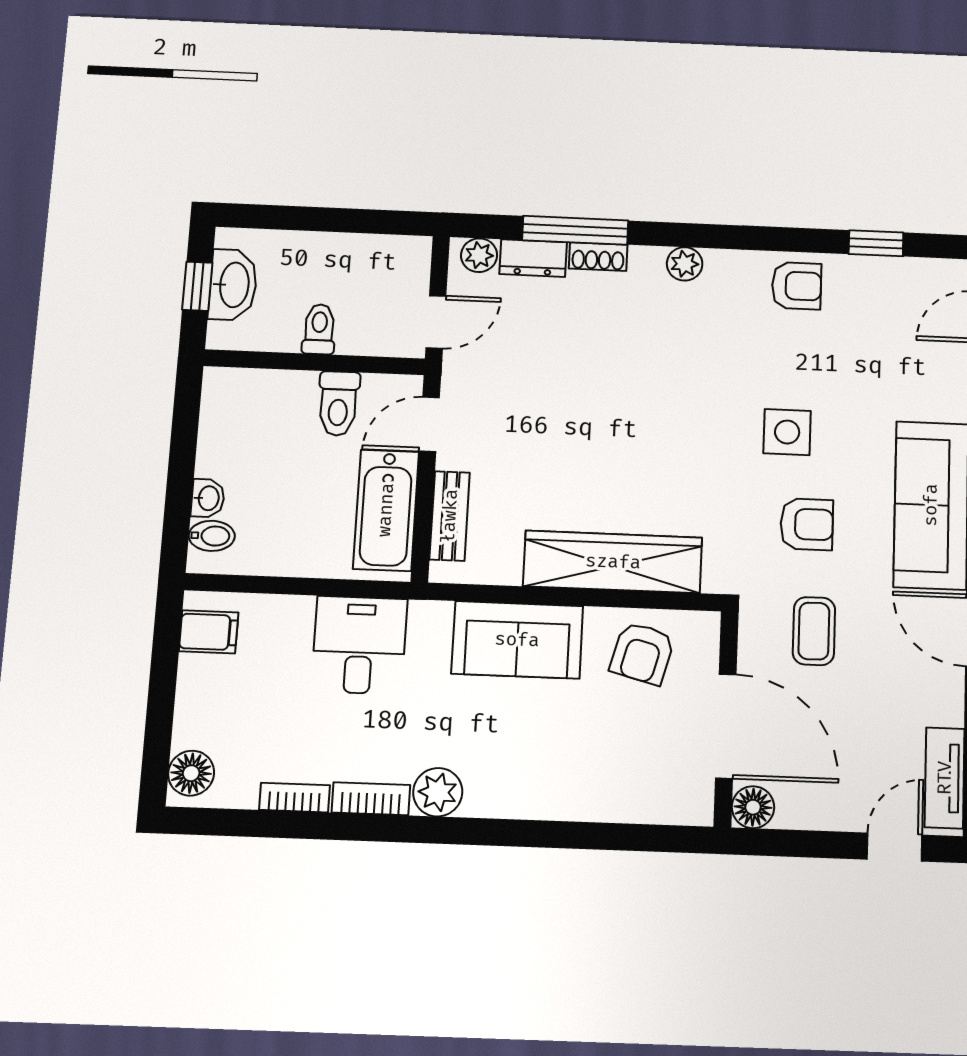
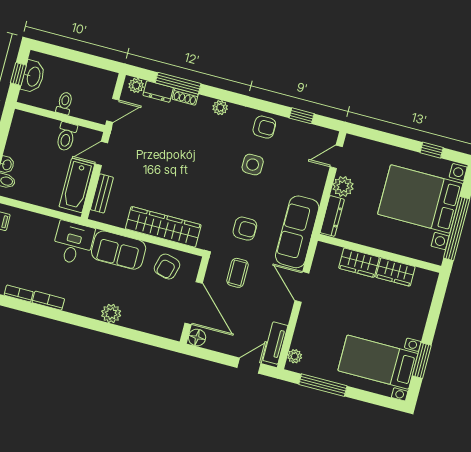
side table: (787, 432) -> (253, 165), moved
desk: (359, 645) -> (73, 243), moved
plant: (438, 792) -> (111, 313), moved

